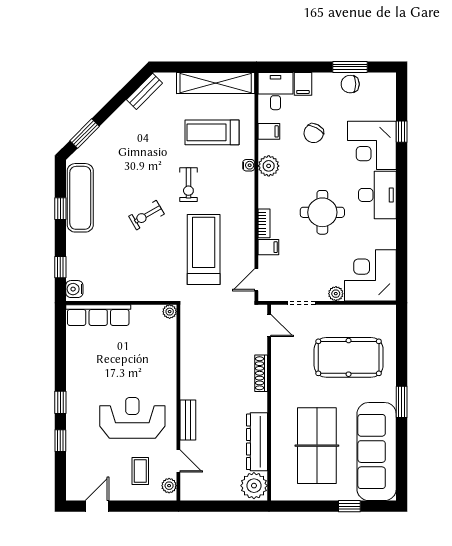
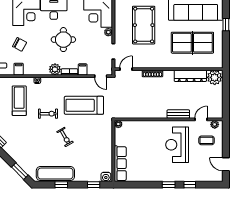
treadmill: (212, 132) -> (19, 101), turned 180
plant: (269, 166) -> (55, 69), moved

